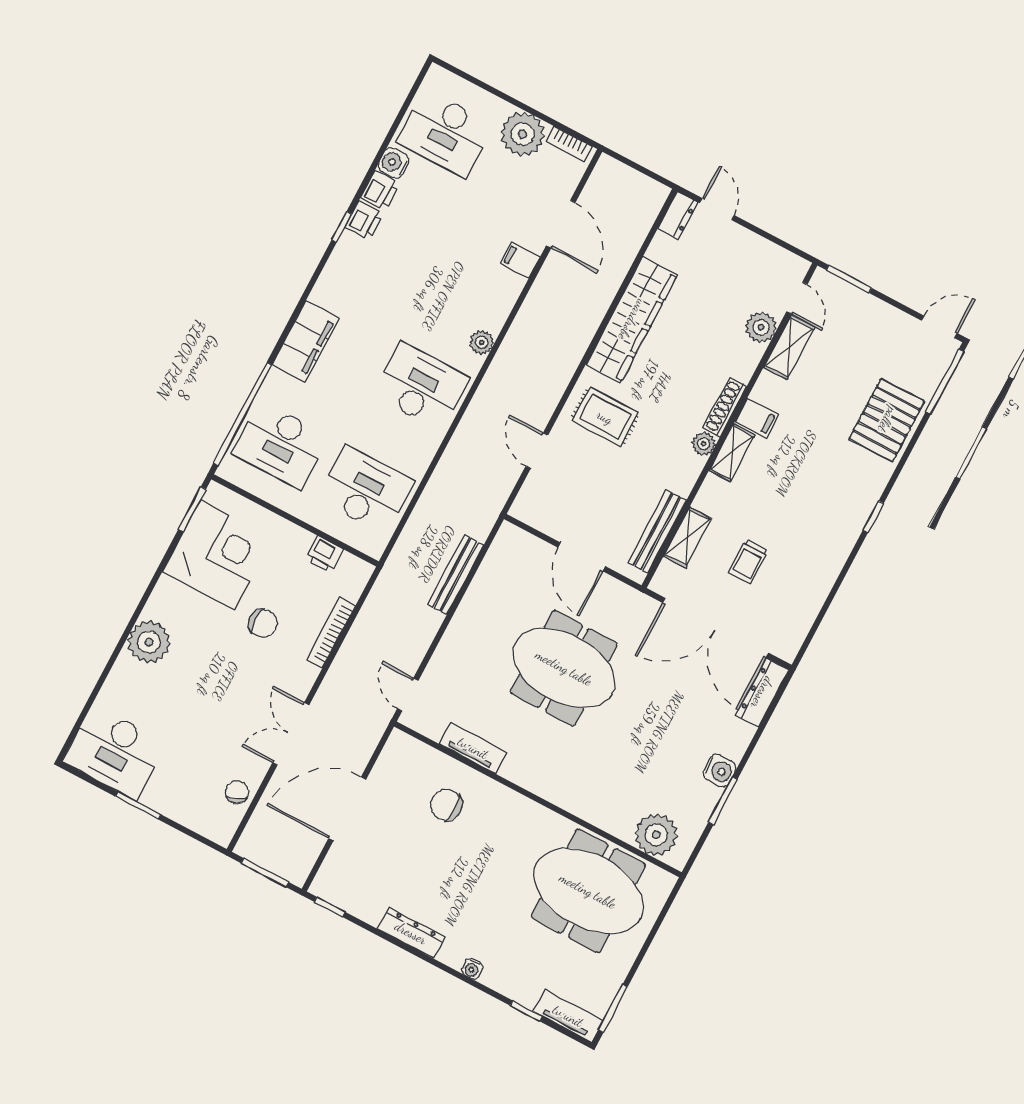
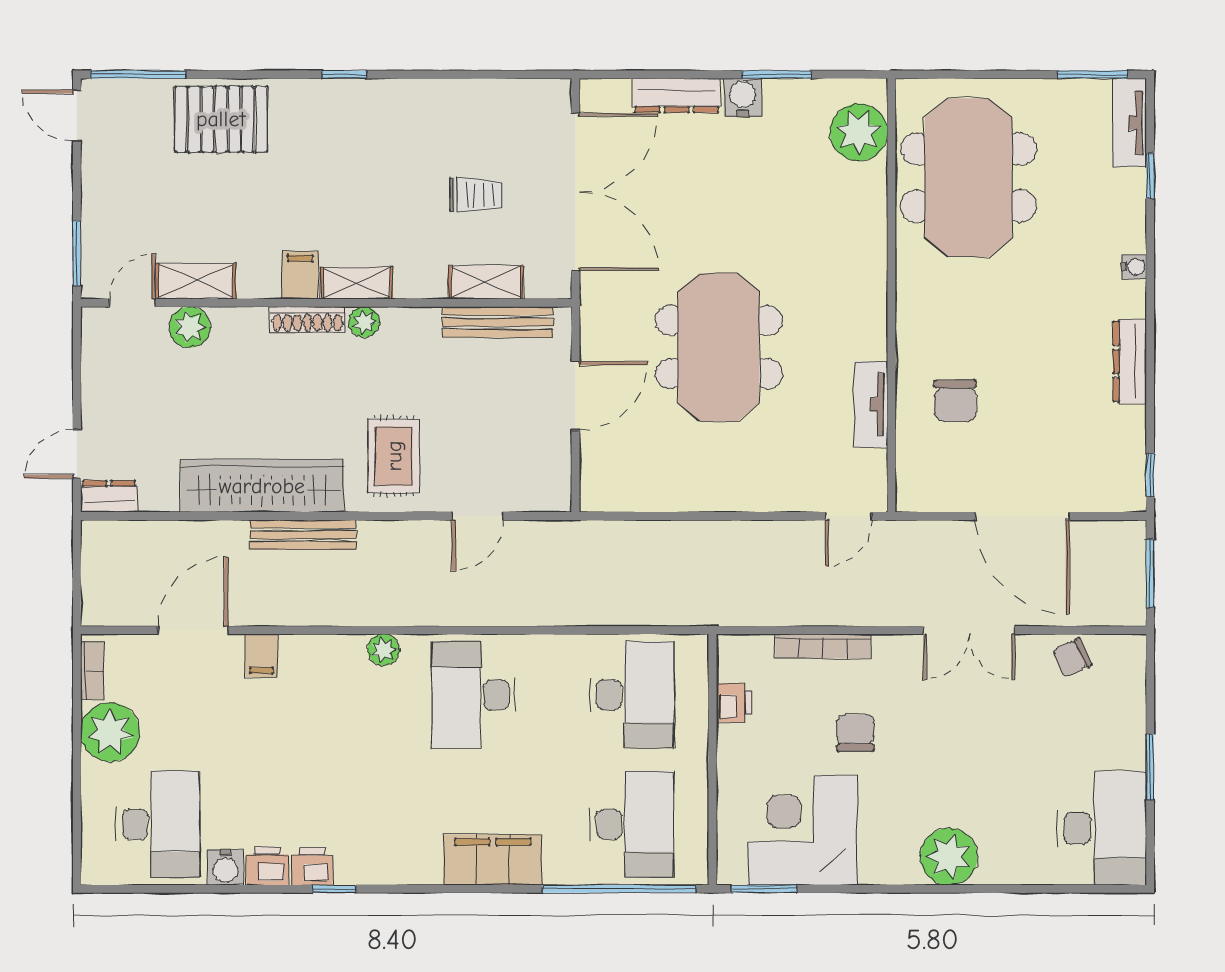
desk: (366, 490) -> (632, 695), turned 180
bench: (455, 575) -> (303, 535), moved
dresser: (762, 693) -> (677, 96), moved

